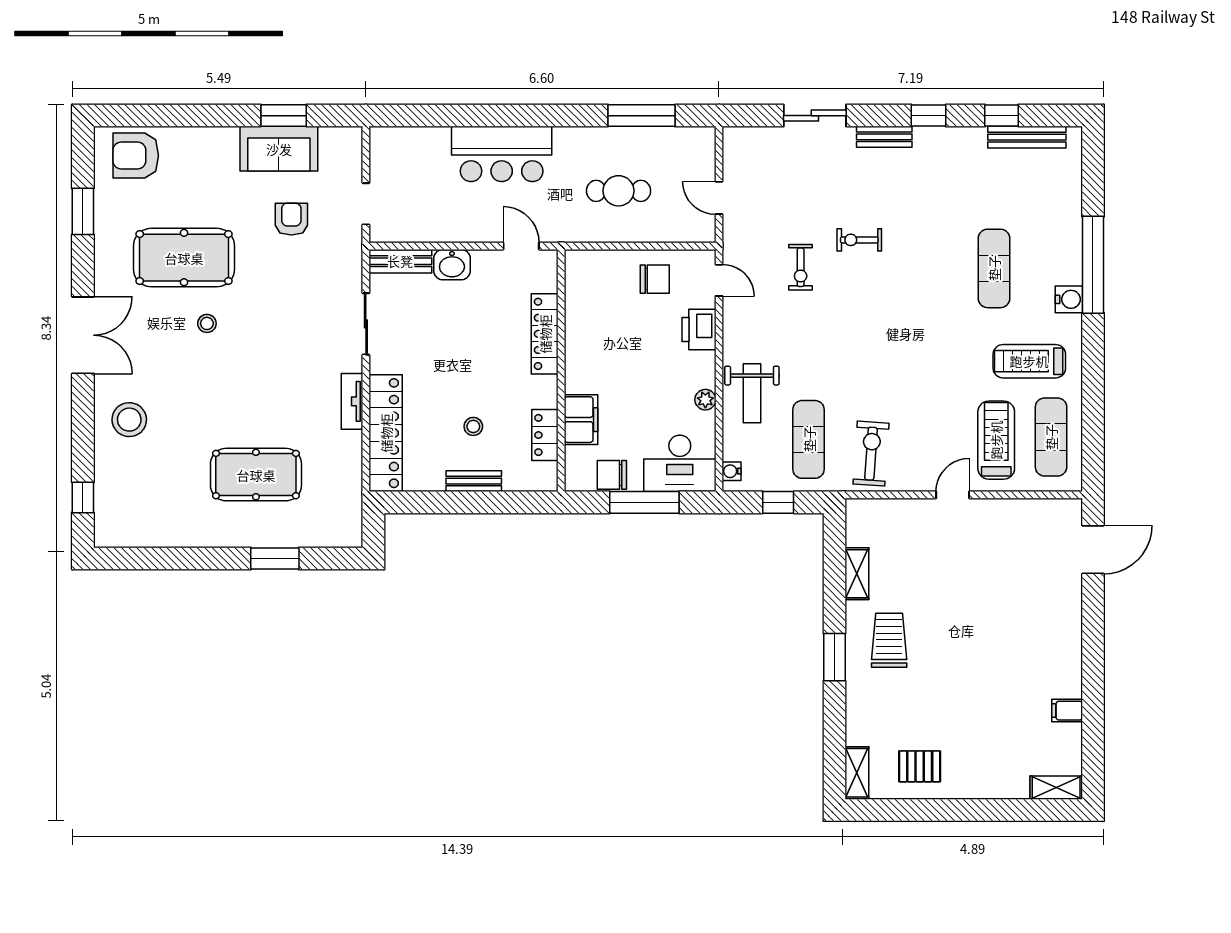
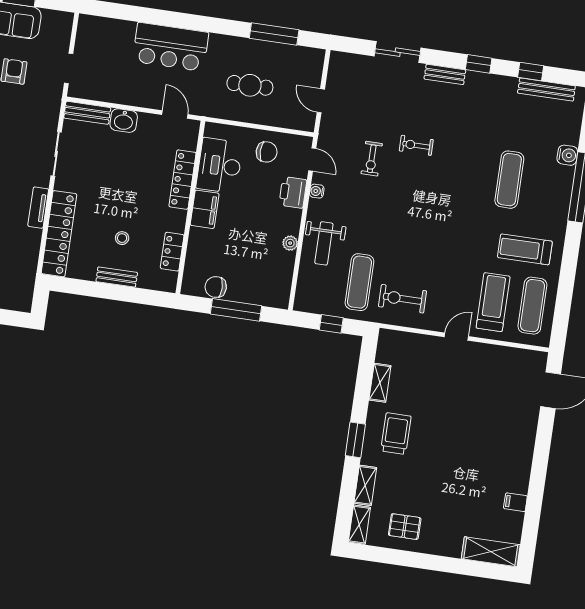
water cooler: (1069, 299) -> (567, 155), moved
filing cabinet: (581, 420) -> (205, 209), moved
exercise bike: (871, 454) -> (402, 299), turned -94
desk: (680, 463) -> (219, 166), moved, turned 90
water cooler: (732, 471) -> (317, 191), moved
shelving: (857, 718) -> (365, 485), added
shelving: (1056, 788) -> (491, 552), width x1.50, depth x1.33

